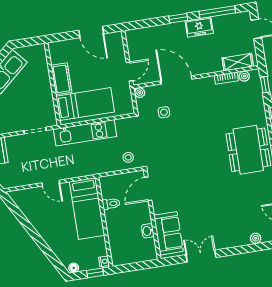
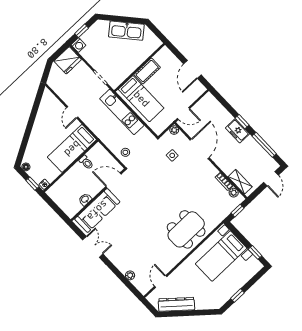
freezer: (199, 27) -> (237, 131), moved
sofa: (168, 233) -> (97, 210), width x1.36

